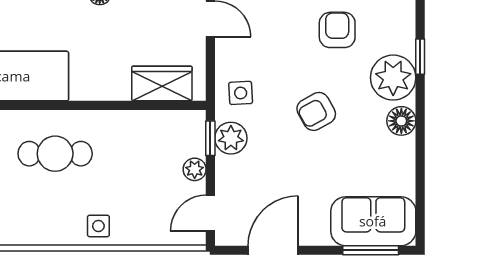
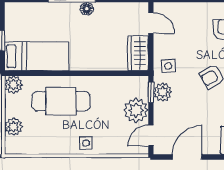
wardrobe: (162, 84) -> (138, 53), moved, turned -90
cafe table: (55, 154) -> (61, 101), width x1.37, depth x1.35
plant: (195, 169) -> (136, 110), width x1.88, depth x1.88

